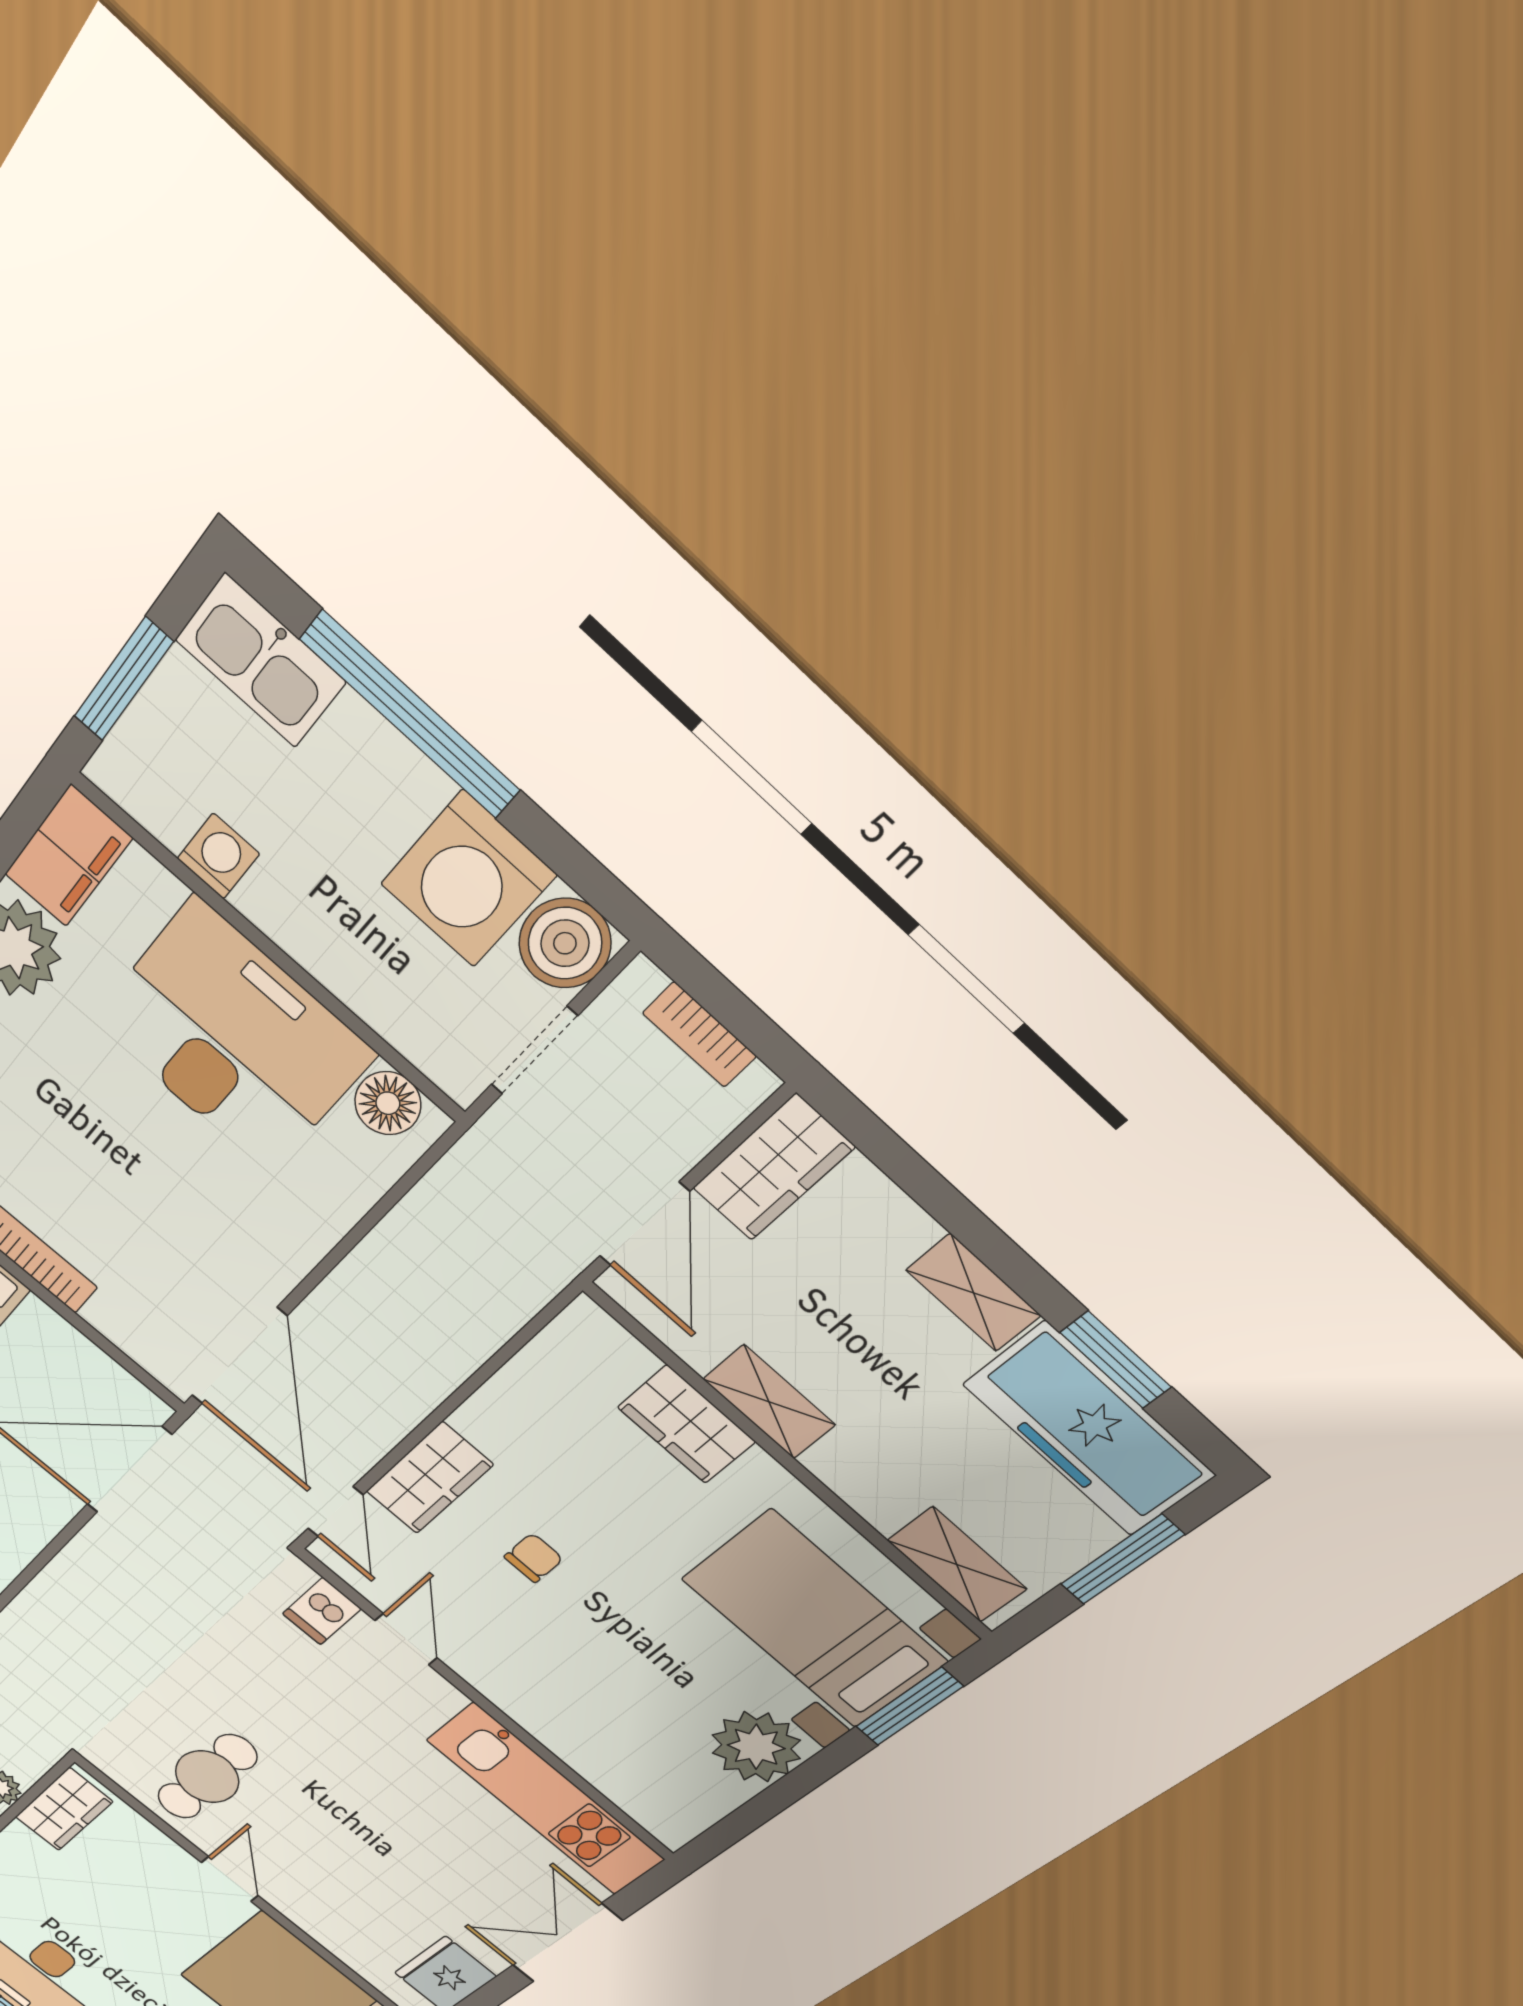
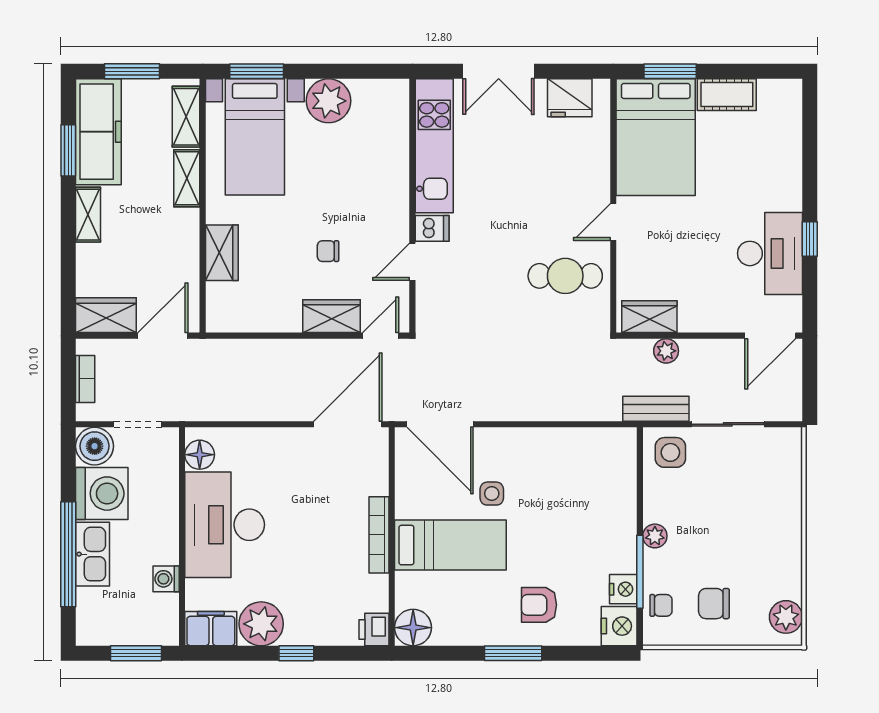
kitchen sink: (261, 661) -> (93, 554), moved
shelving: (769, 1402) -> (187, 178), moved
dishwasher: (322, 1611) -> (432, 228), moved

